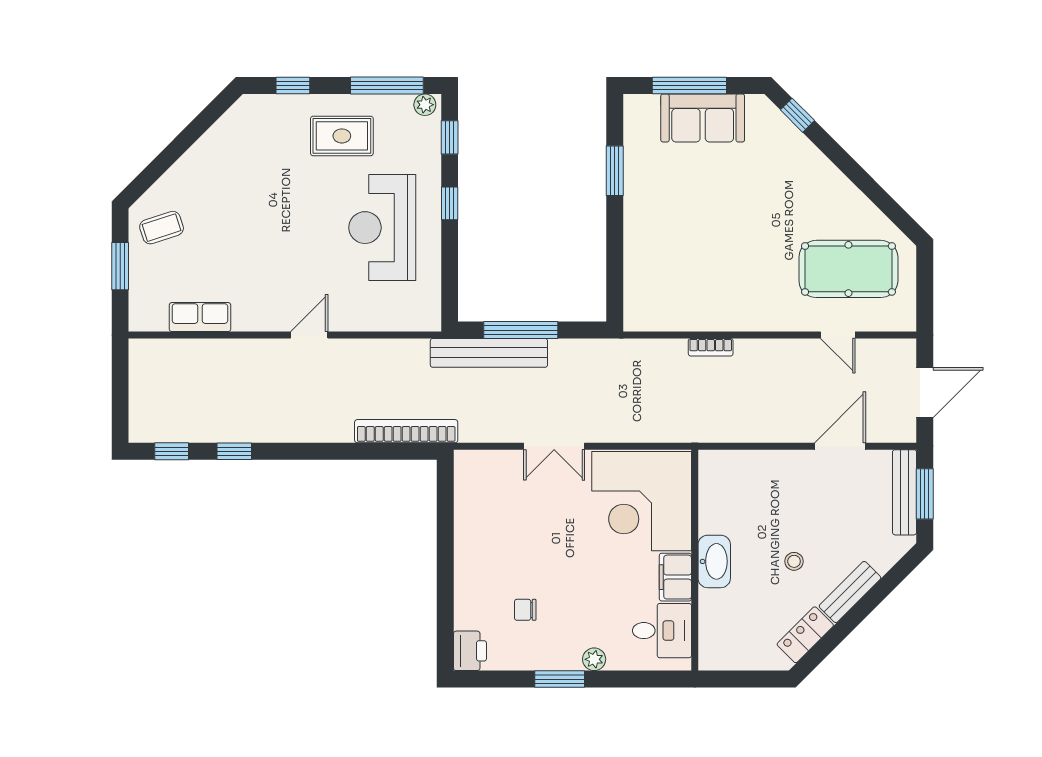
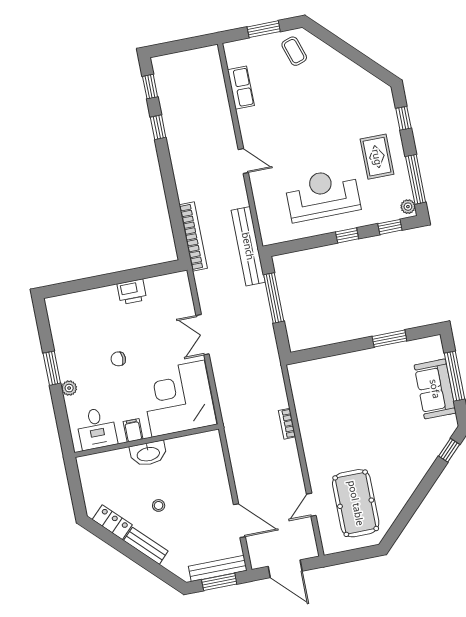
bench: (489, 353) -> (248, 246), moved
filing cabinet: (675, 577) -> (133, 430), width x0.50
chair: (525, 610) -> (118, 359), moved, turned -90
printer: (470, 651) -> (132, 292), moved

